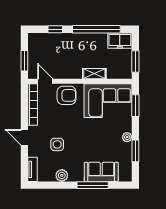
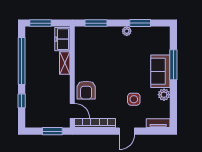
freezer: (120, 41) -> (62, 39), moved, turned 180
window: (135, 61) -> (40, 23), moved
door: (45, 81) -> (72, 111), swing flipped
armchair: (66, 95) -> (86, 90), turned 180
corner sofa: (108, 101) -> (91, 50), removed
sofa: (101, 172) -> (160, 71), moved

